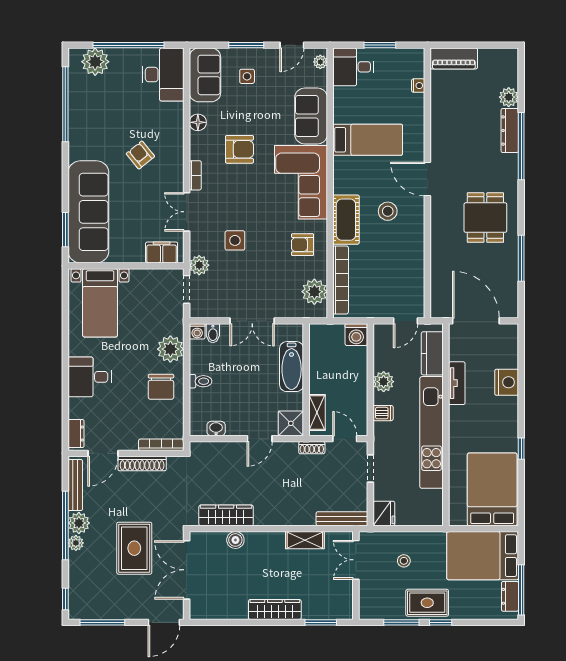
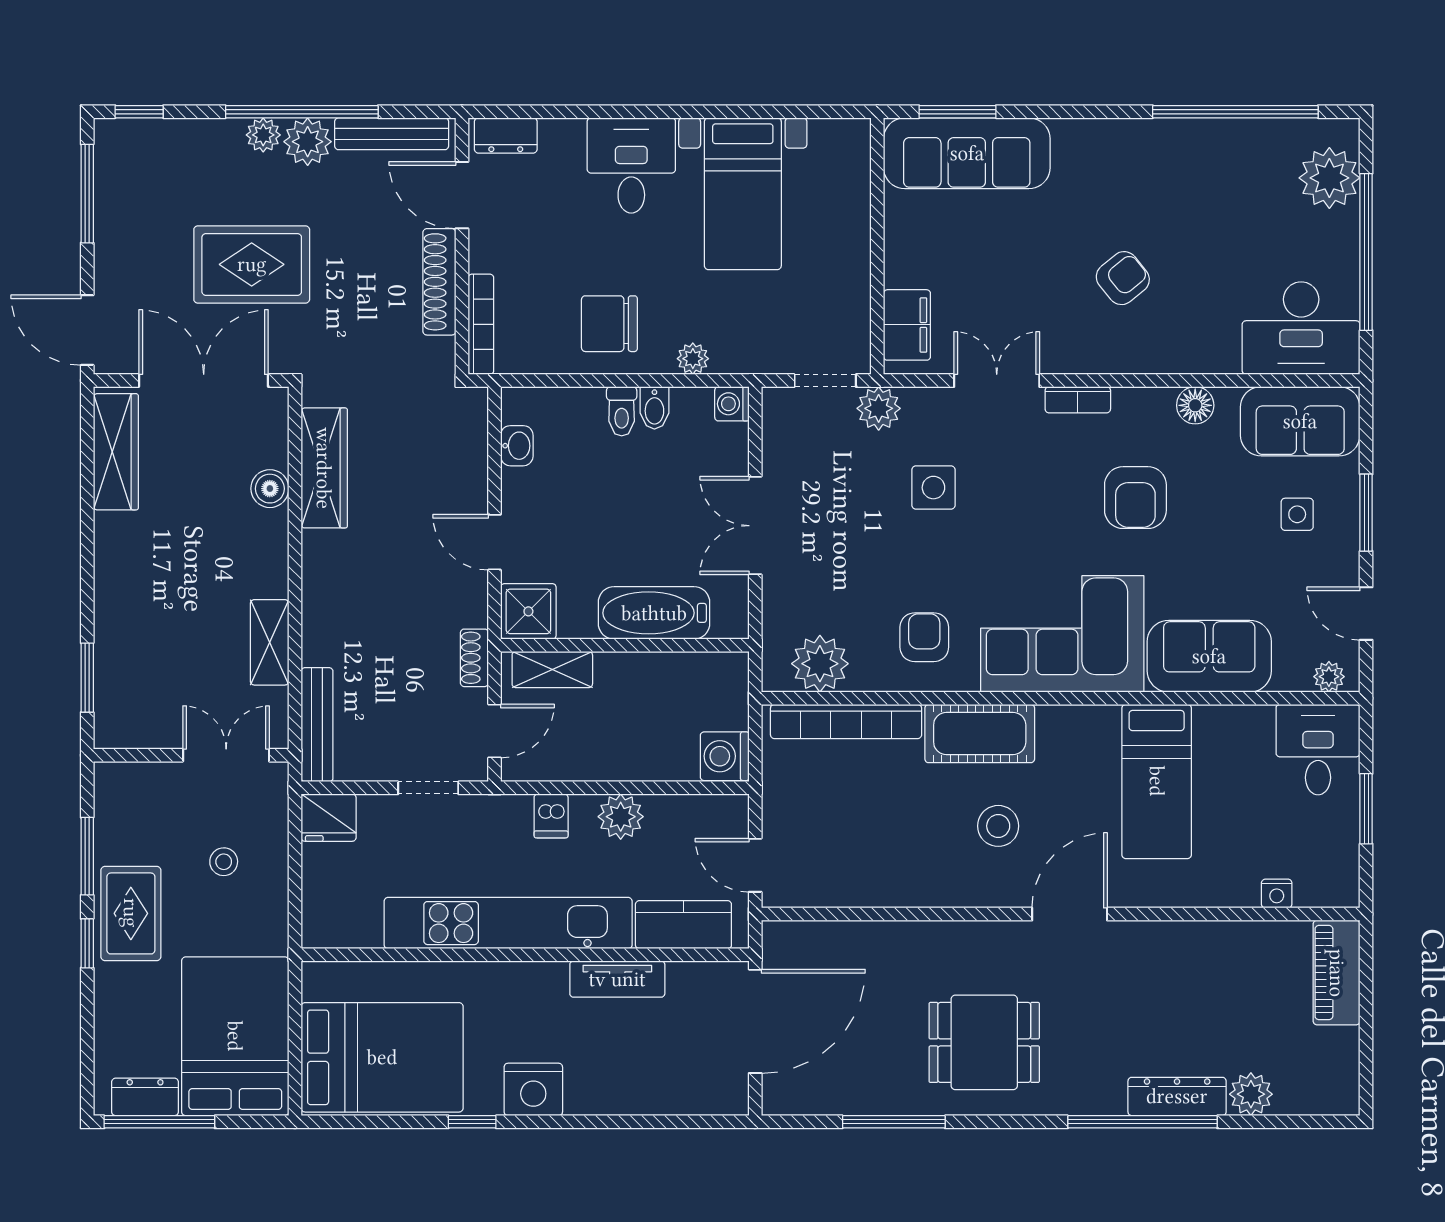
sofa: (88, 212) -> (967, 153), width x0.74, depth x0.79
bed with nightstands: (100, 303) -> (743, 194), moved, turned -90
bidet: (213, 333) -> (654, 408), moved, turned -90
plant: (170, 349) -> (693, 359), width x0.53, depth x0.53
nightstand: (507, 382) -> (533, 1089), moved
wardrobe: (275, 610) -> (116, 452), moved

